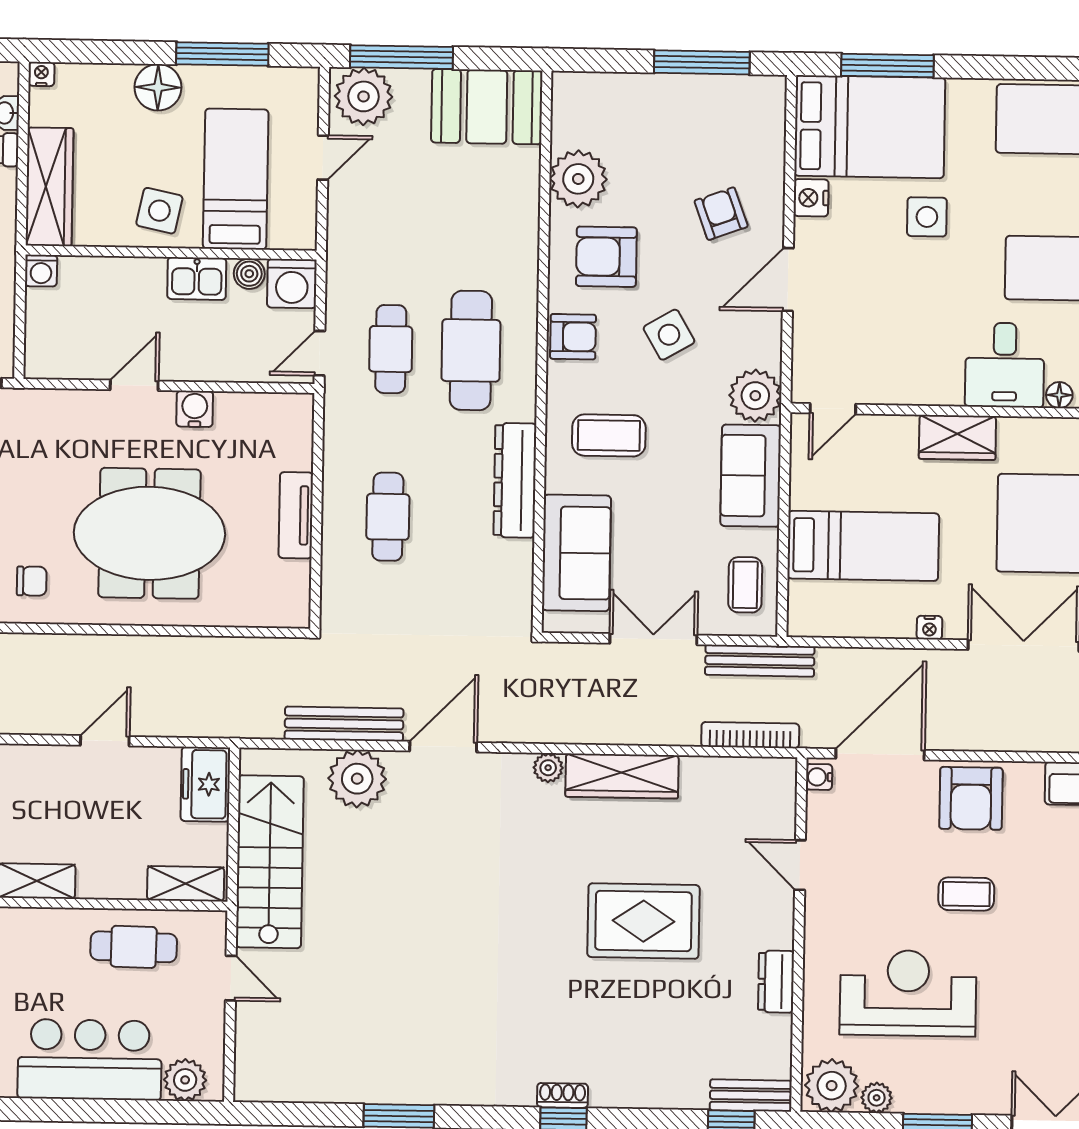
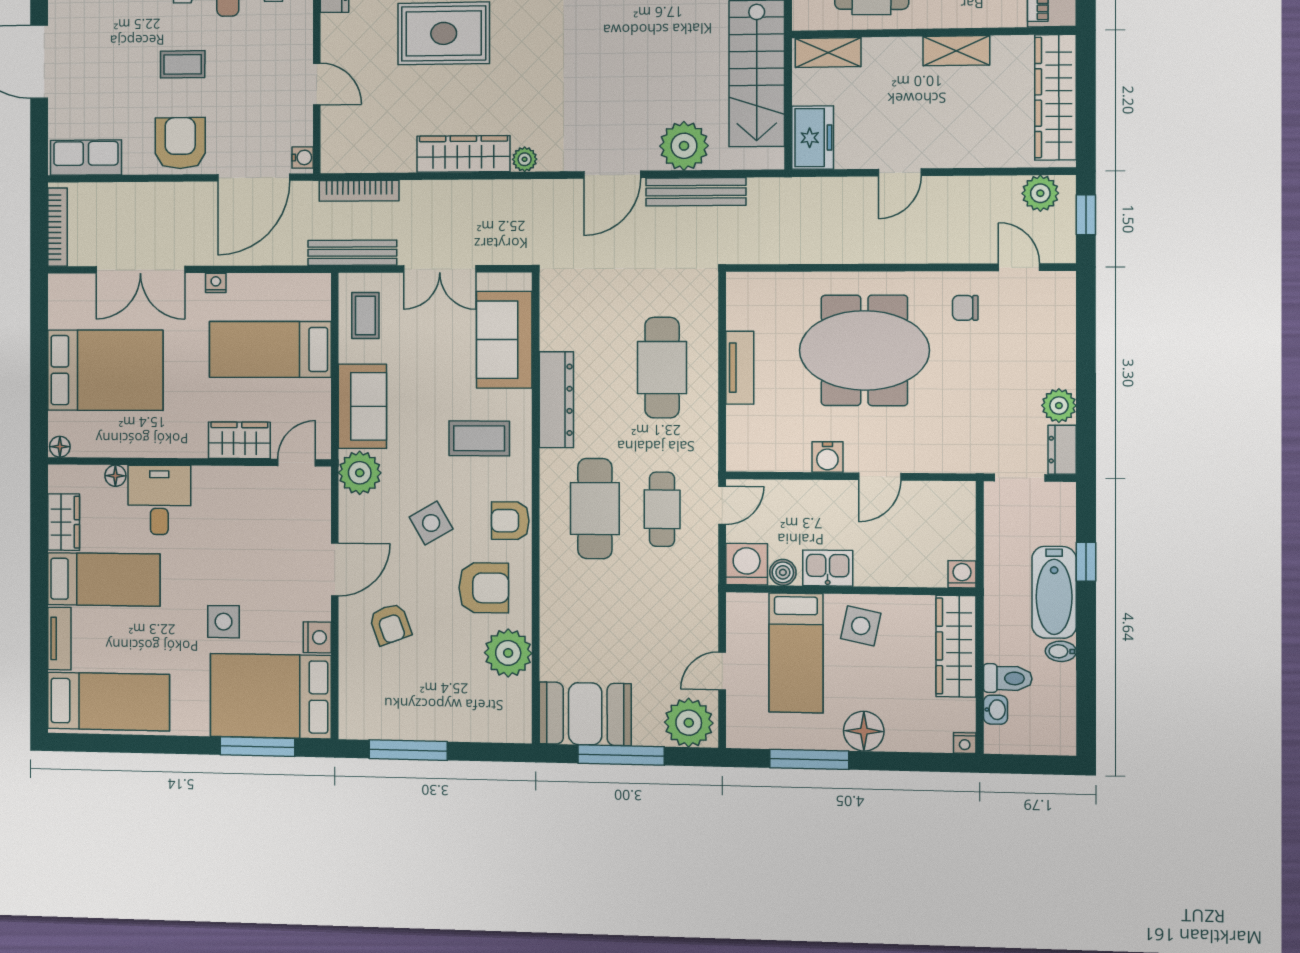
window: (402, 57) -> (621, 755), moved
wardrobe: (957, 437) -> (239, 440), moved
cafe table: (388, 517) -> (662, 368), width x1.37, depth x1.35

